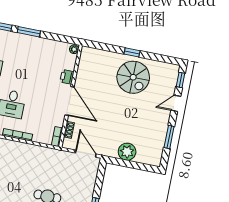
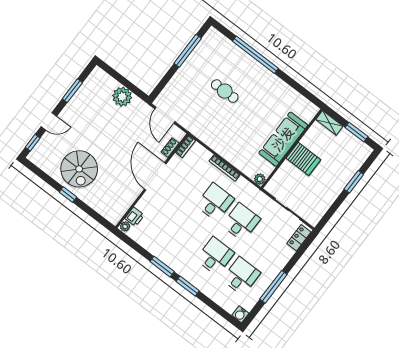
printer: (67, 77) -> (135, 217), moved
spiral stairs: (133, 77) -> (79, 169), turned 180

